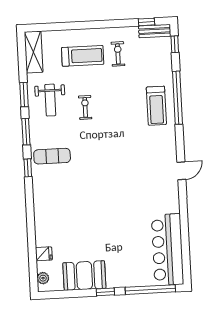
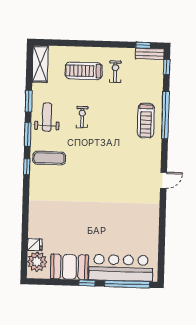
treadmill: (83, 56) -> (84, 71), turned 180
weight bench: (50, 100) -> (47, 117), moved, turned 180
bar counter: (168, 250) -> (121, 268), moved, turned 90
plant: (43, 278) -> (37, 262), width x1.88, depth x1.88

